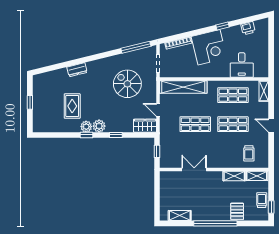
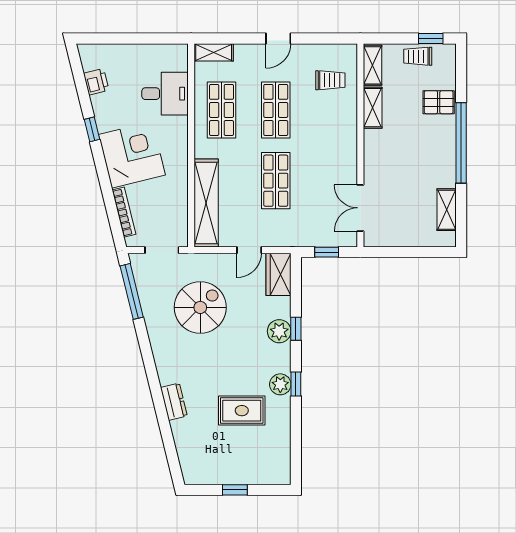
spiral stairs: (127, 84) -> (200, 307), turned 180
plant: (99, 126) -> (279, 331), moved
double door: (194, 169) -> (360, 208), moved

